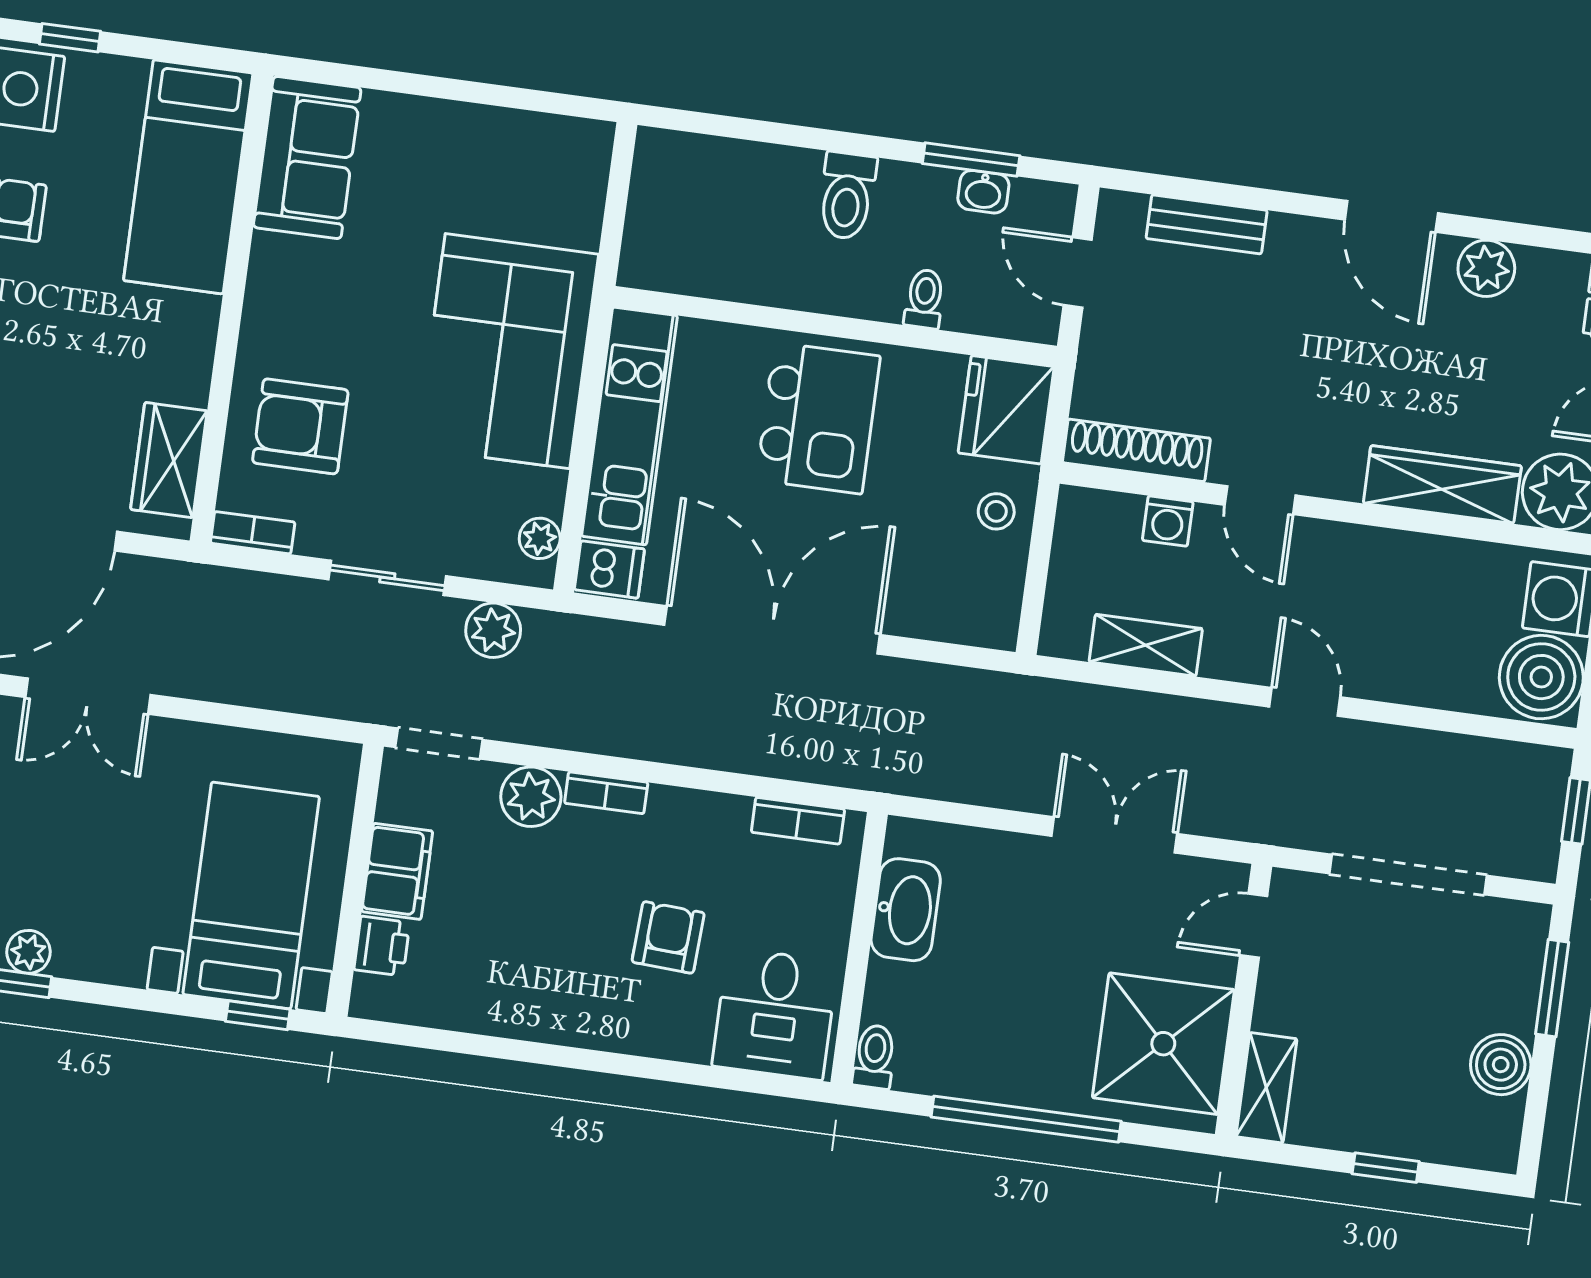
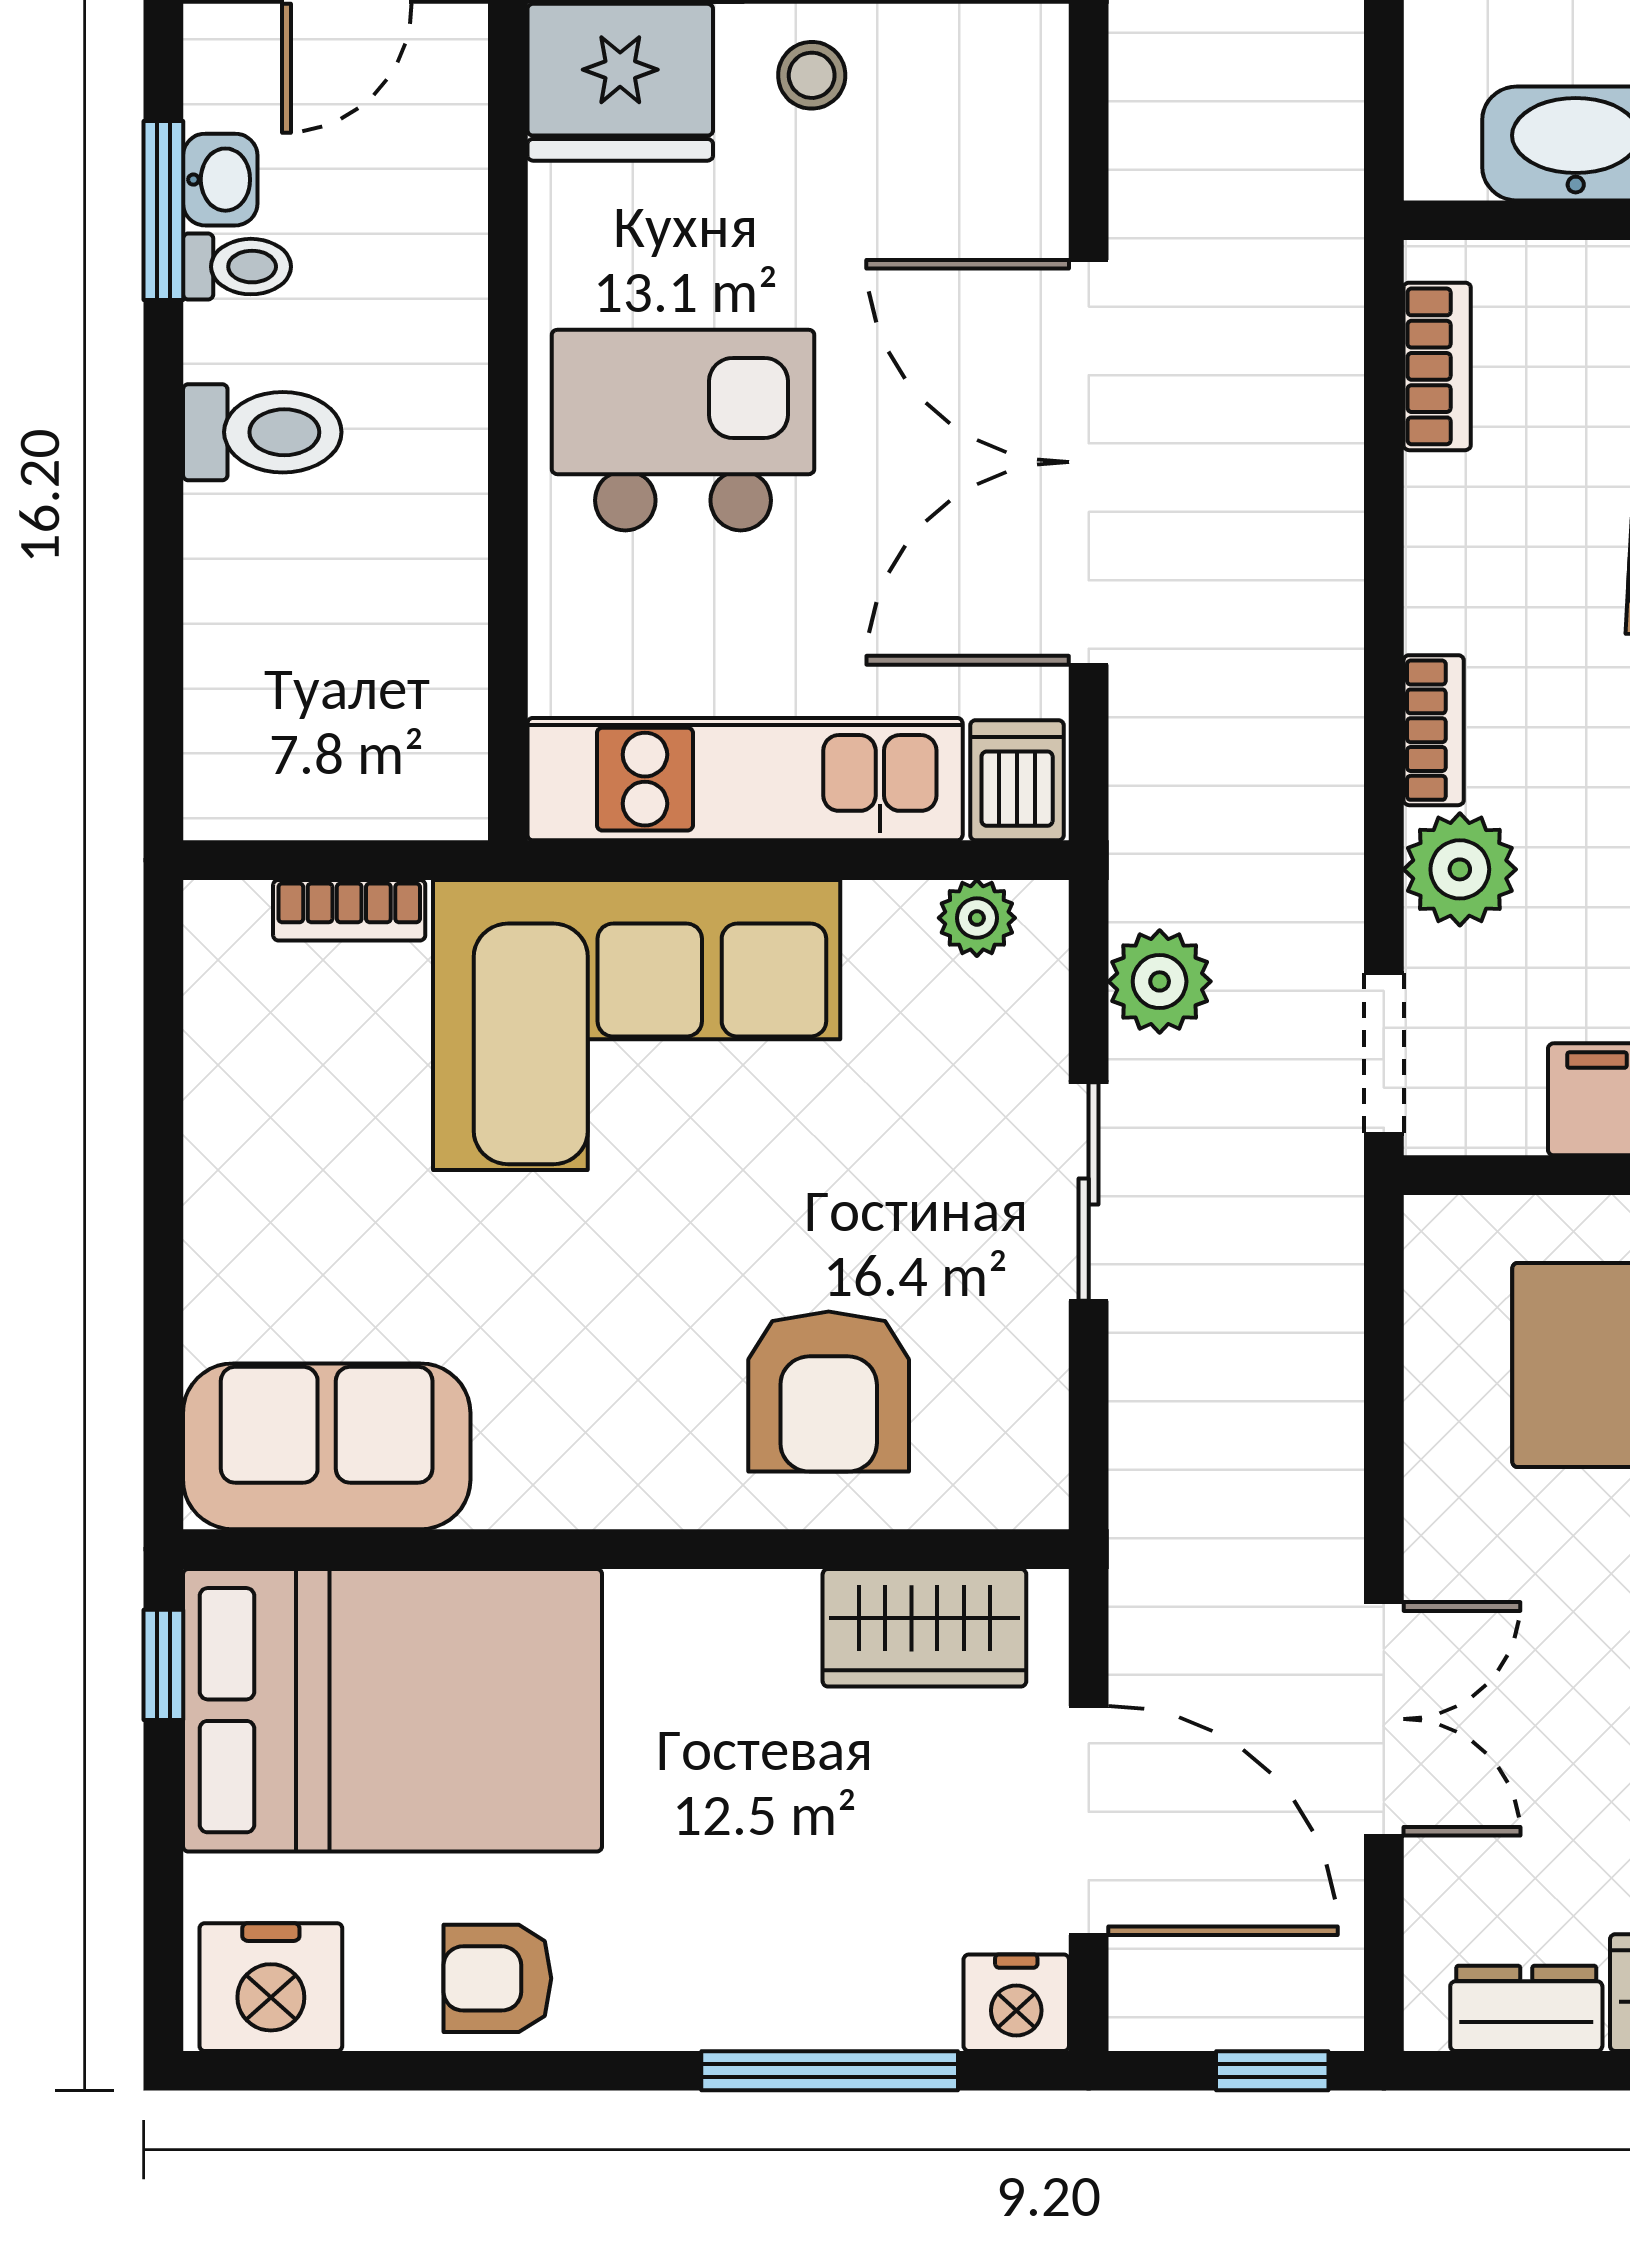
window: (70, 38) -> (163, 1665), moved
bed: (188, 177) -> (392, 1710), width x1.50
toilet: (924, 299) -> (237, 267), moved, turned 180
bookcase: (253, 533) -> (349, 910), moved, turned -90

